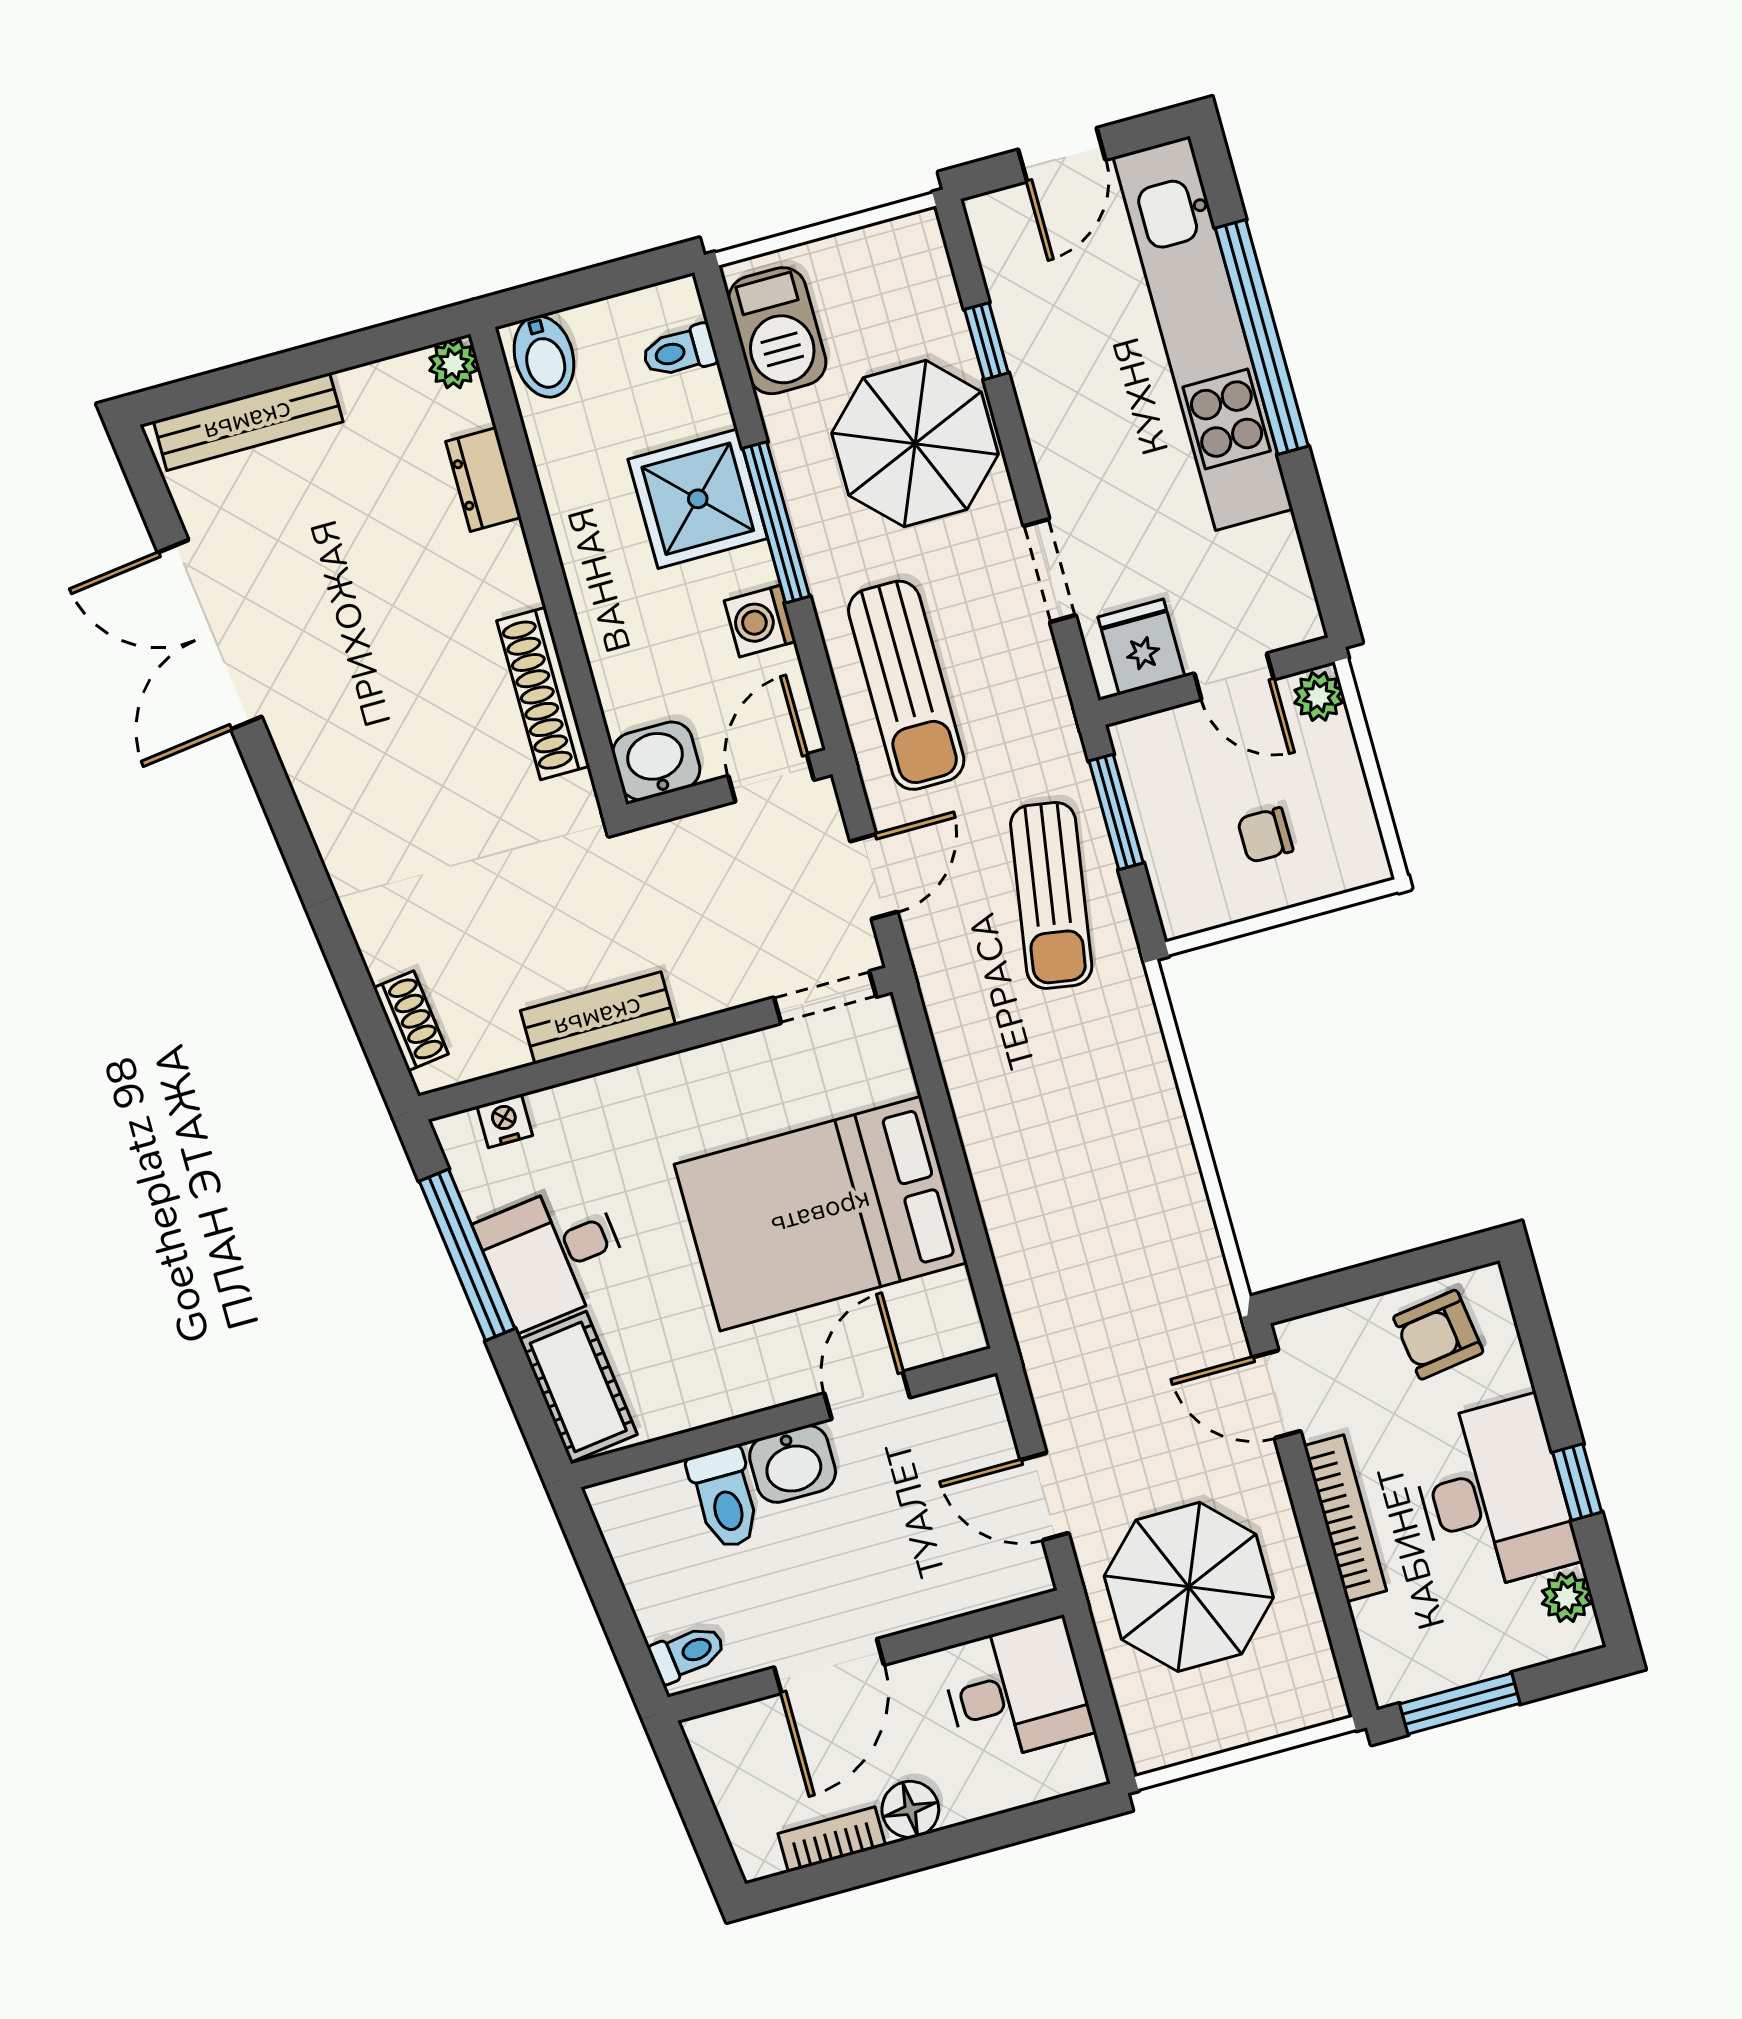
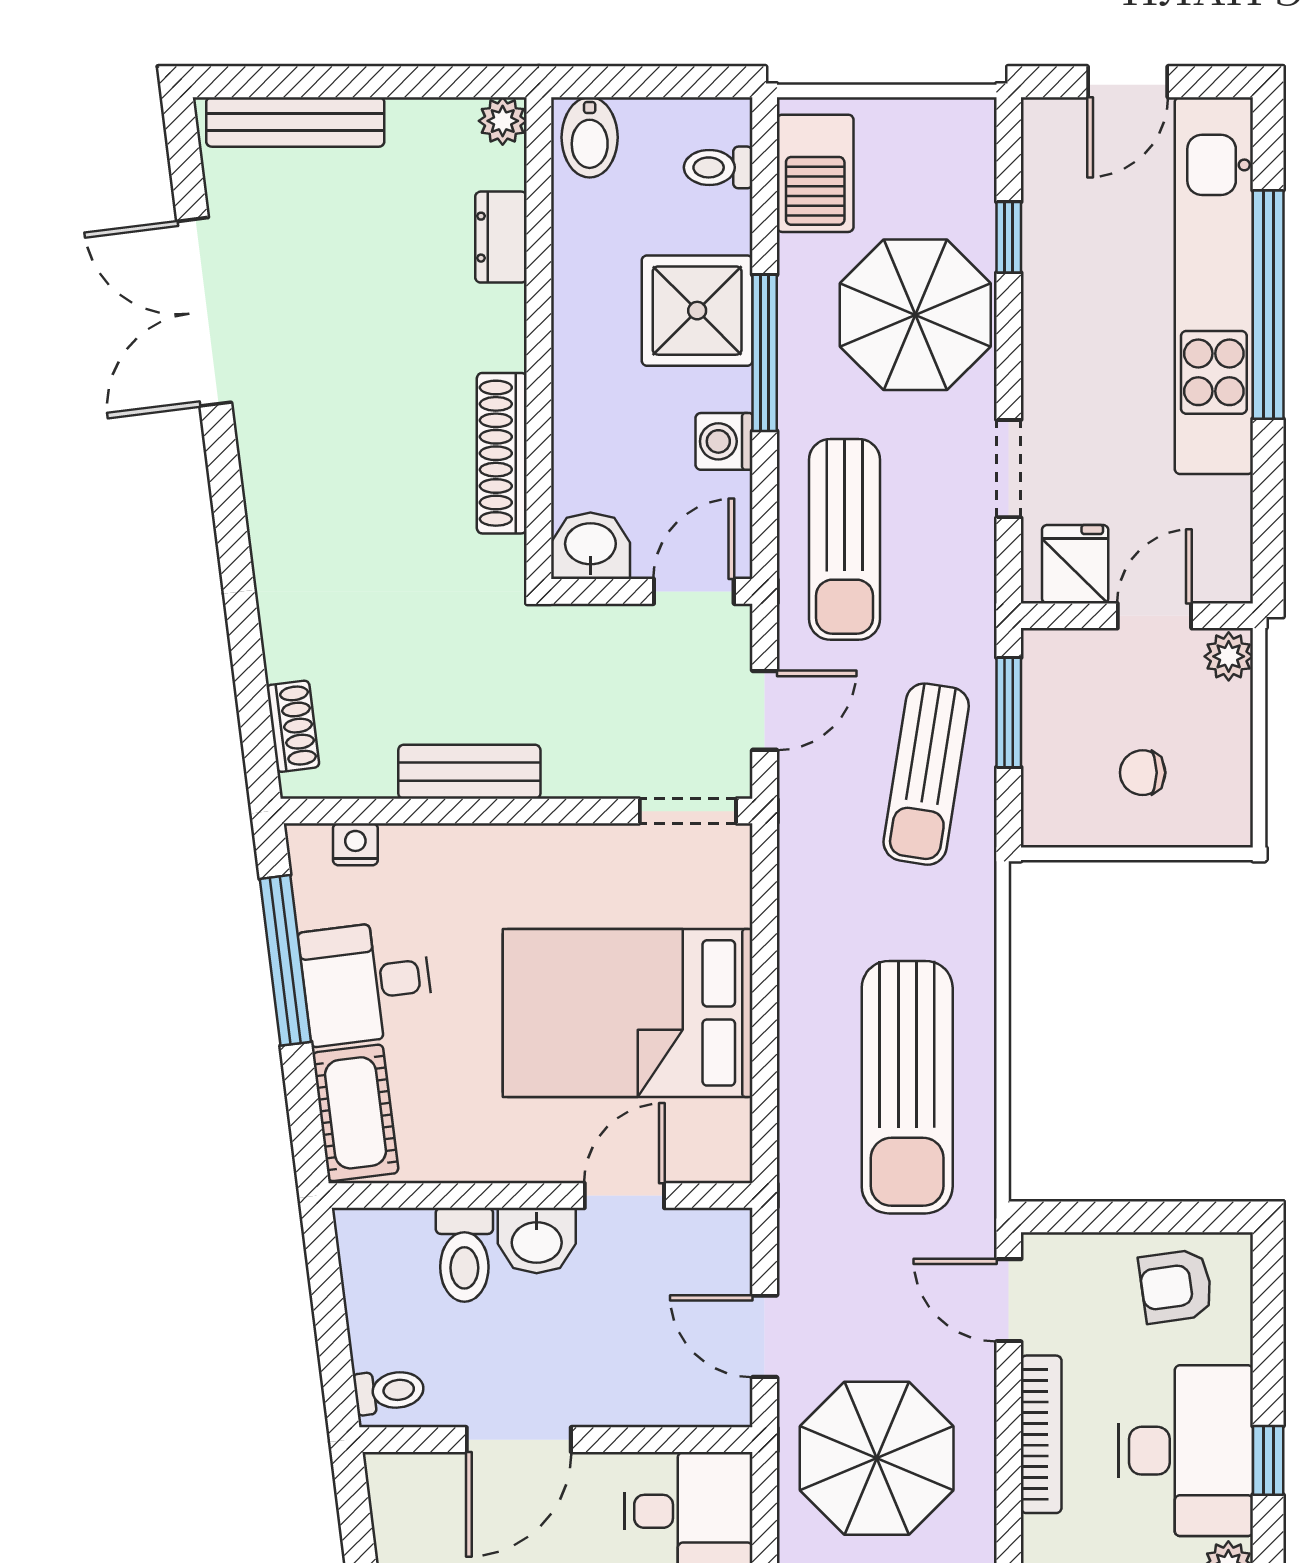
door: (1234, 676) -> (1154, 616), swing flipped
sun lounger: (1118, 1211) -> (907, 1087), added

